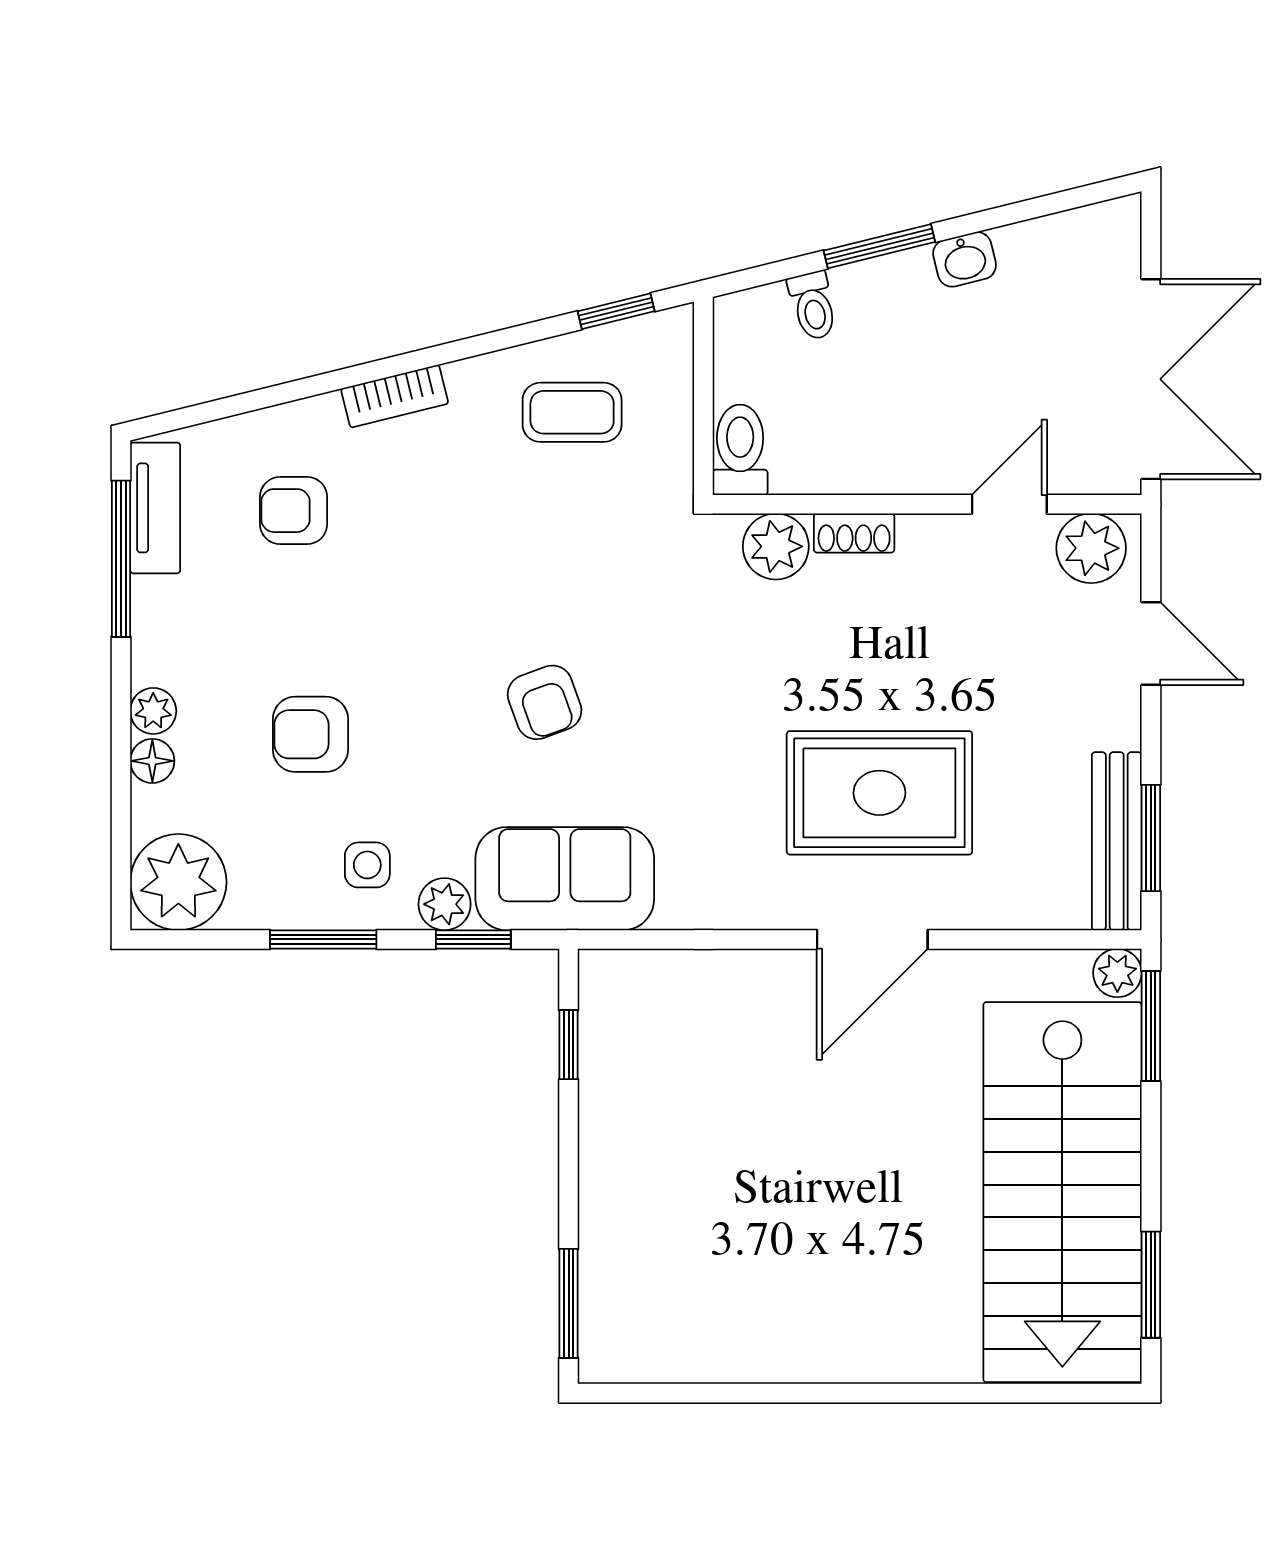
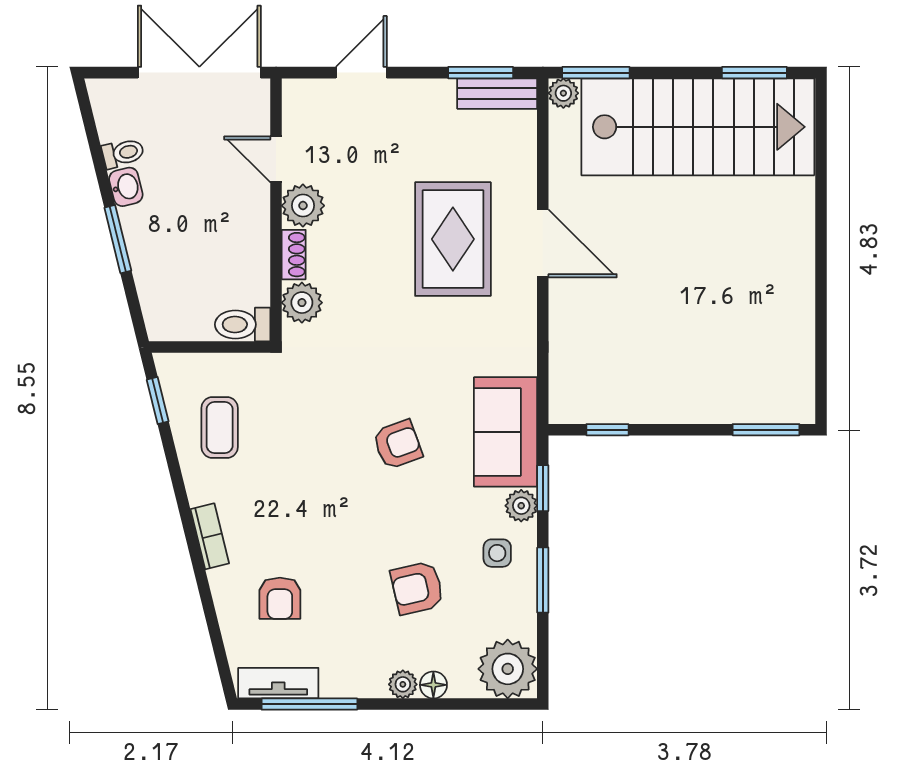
toilet: (813, 306) -> (123, 153), moved
plant: (1091, 548) -> (303, 206), moved
armchair: (310, 734) -> (417, 588), turned 77
bench: (1117, 841) -> (497, 94), width x0.73

